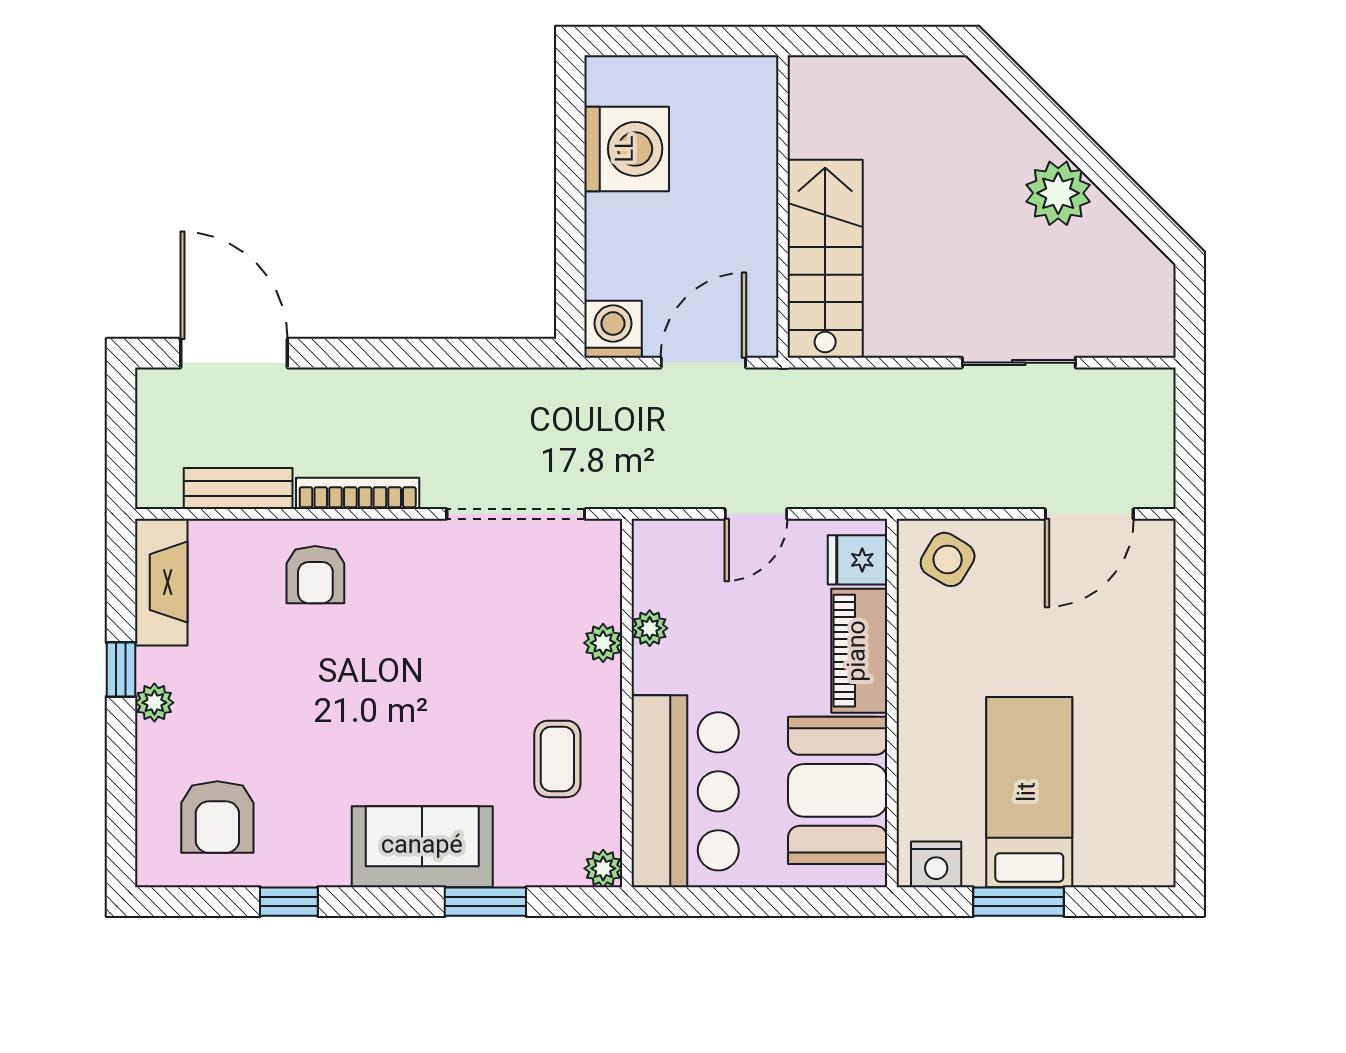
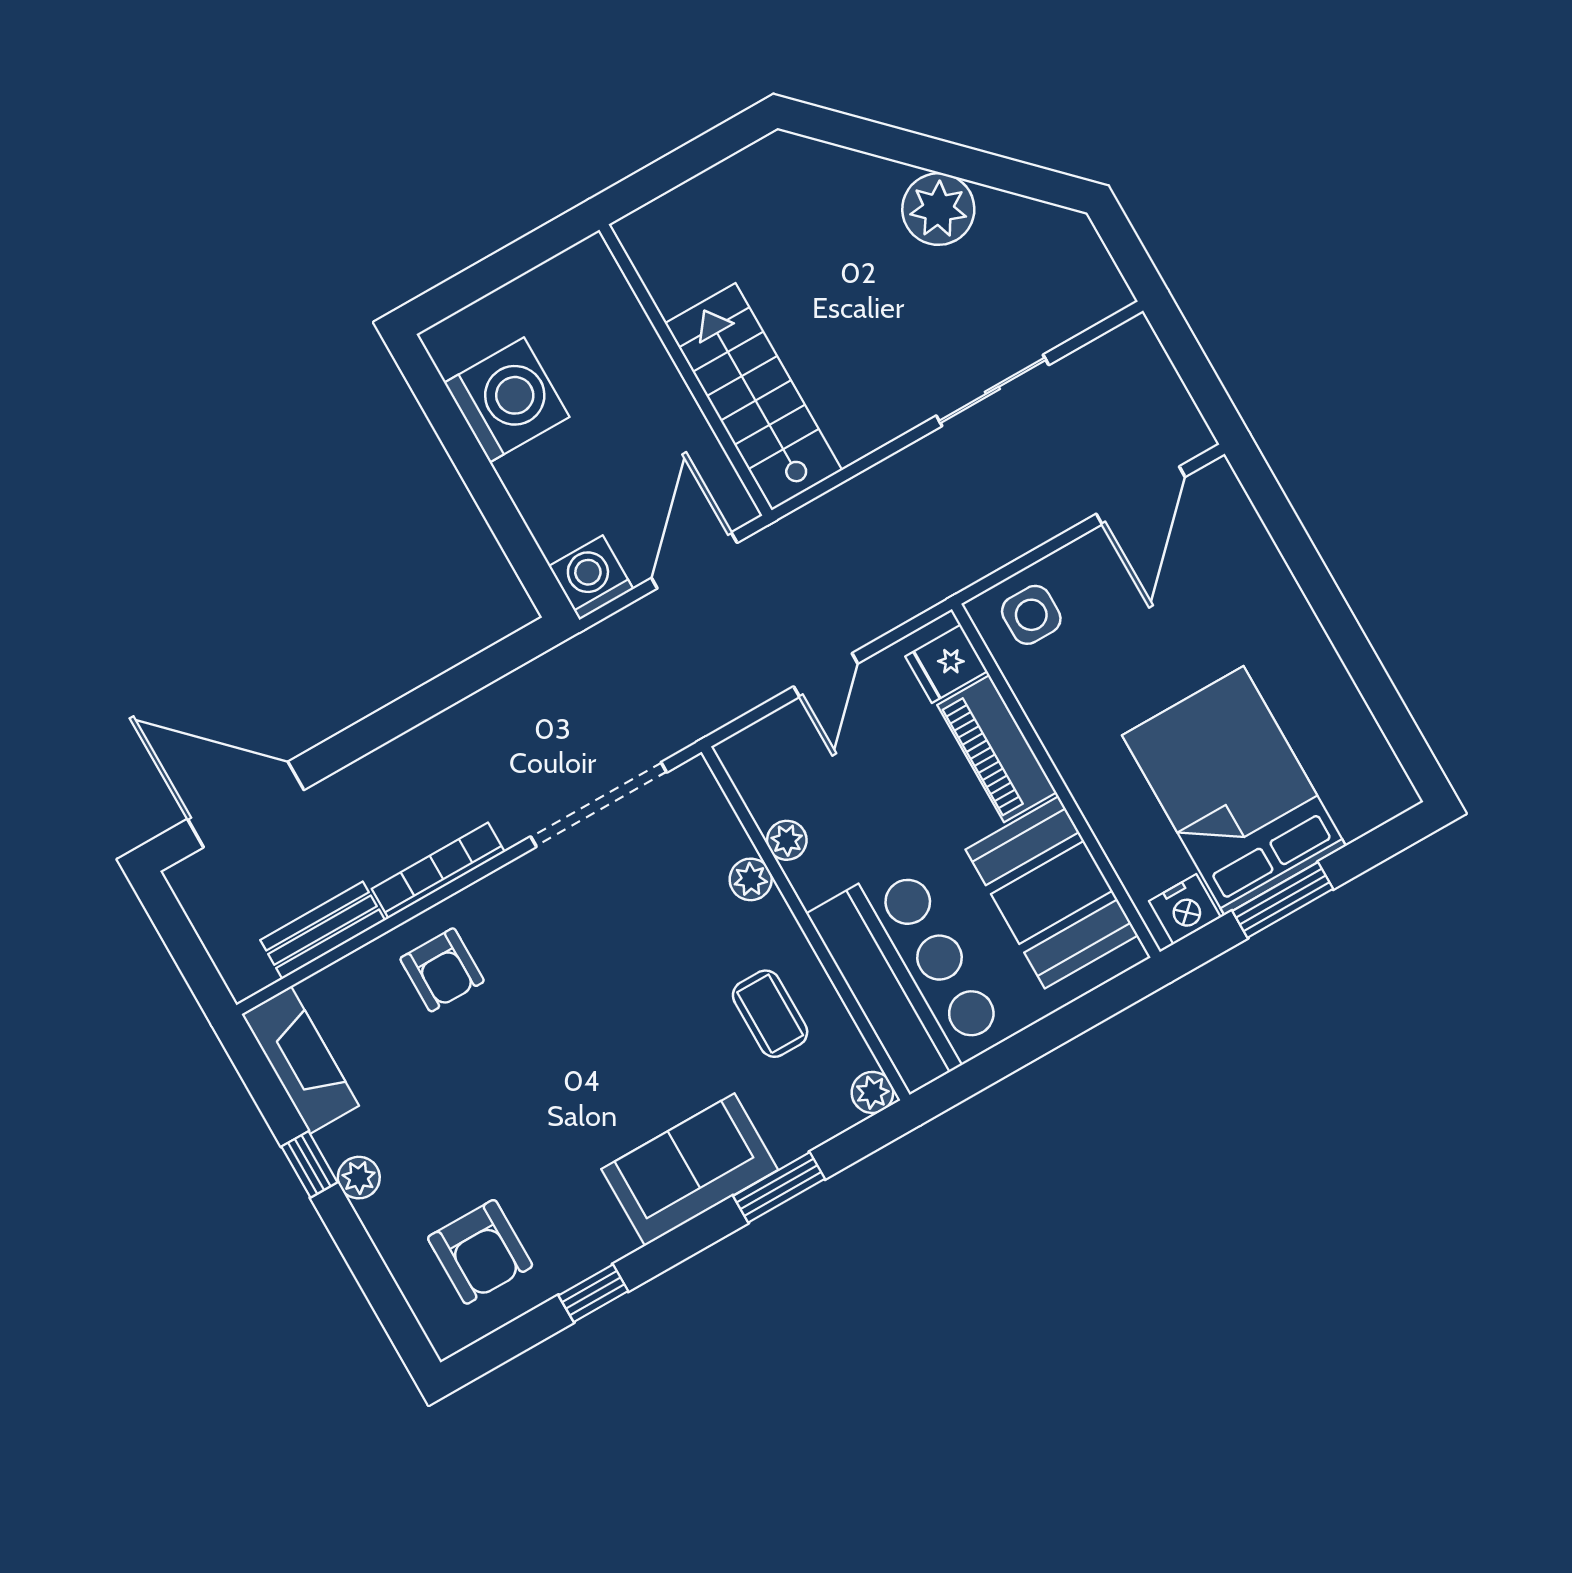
side table: (948, 559) -> (1031, 615), turned -31
bed: (1029, 792) -> (1234, 791), width x1.50

